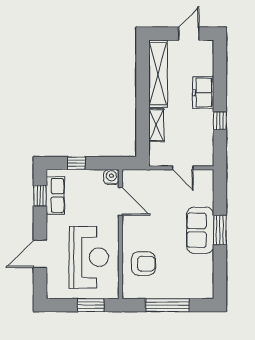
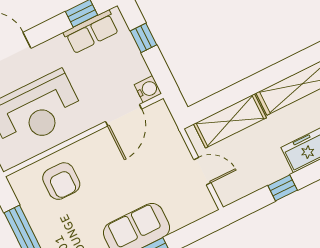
shelving: (156, 125) -> (230, 121), width x1.50, depth x1.33
door: (183, 168) -> (202, 171), swing flipped

